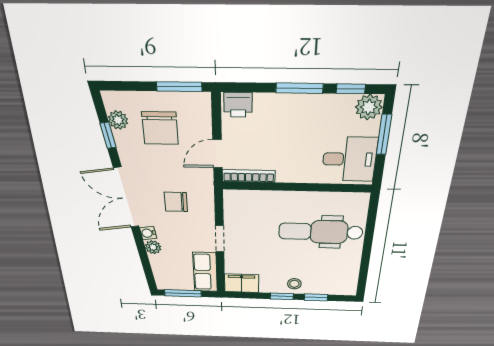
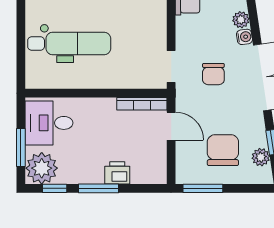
printer: (238, 105) -> (117, 173), moved
plant: (369, 107) -> (42, 168), width x1.36, depth x1.36
door: (217, 154) -> (171, 126), hinge flipped
chair: (176, 202) -> (213, 74), turned 90
doorway: (220, 239) -> (171, 66), moved

